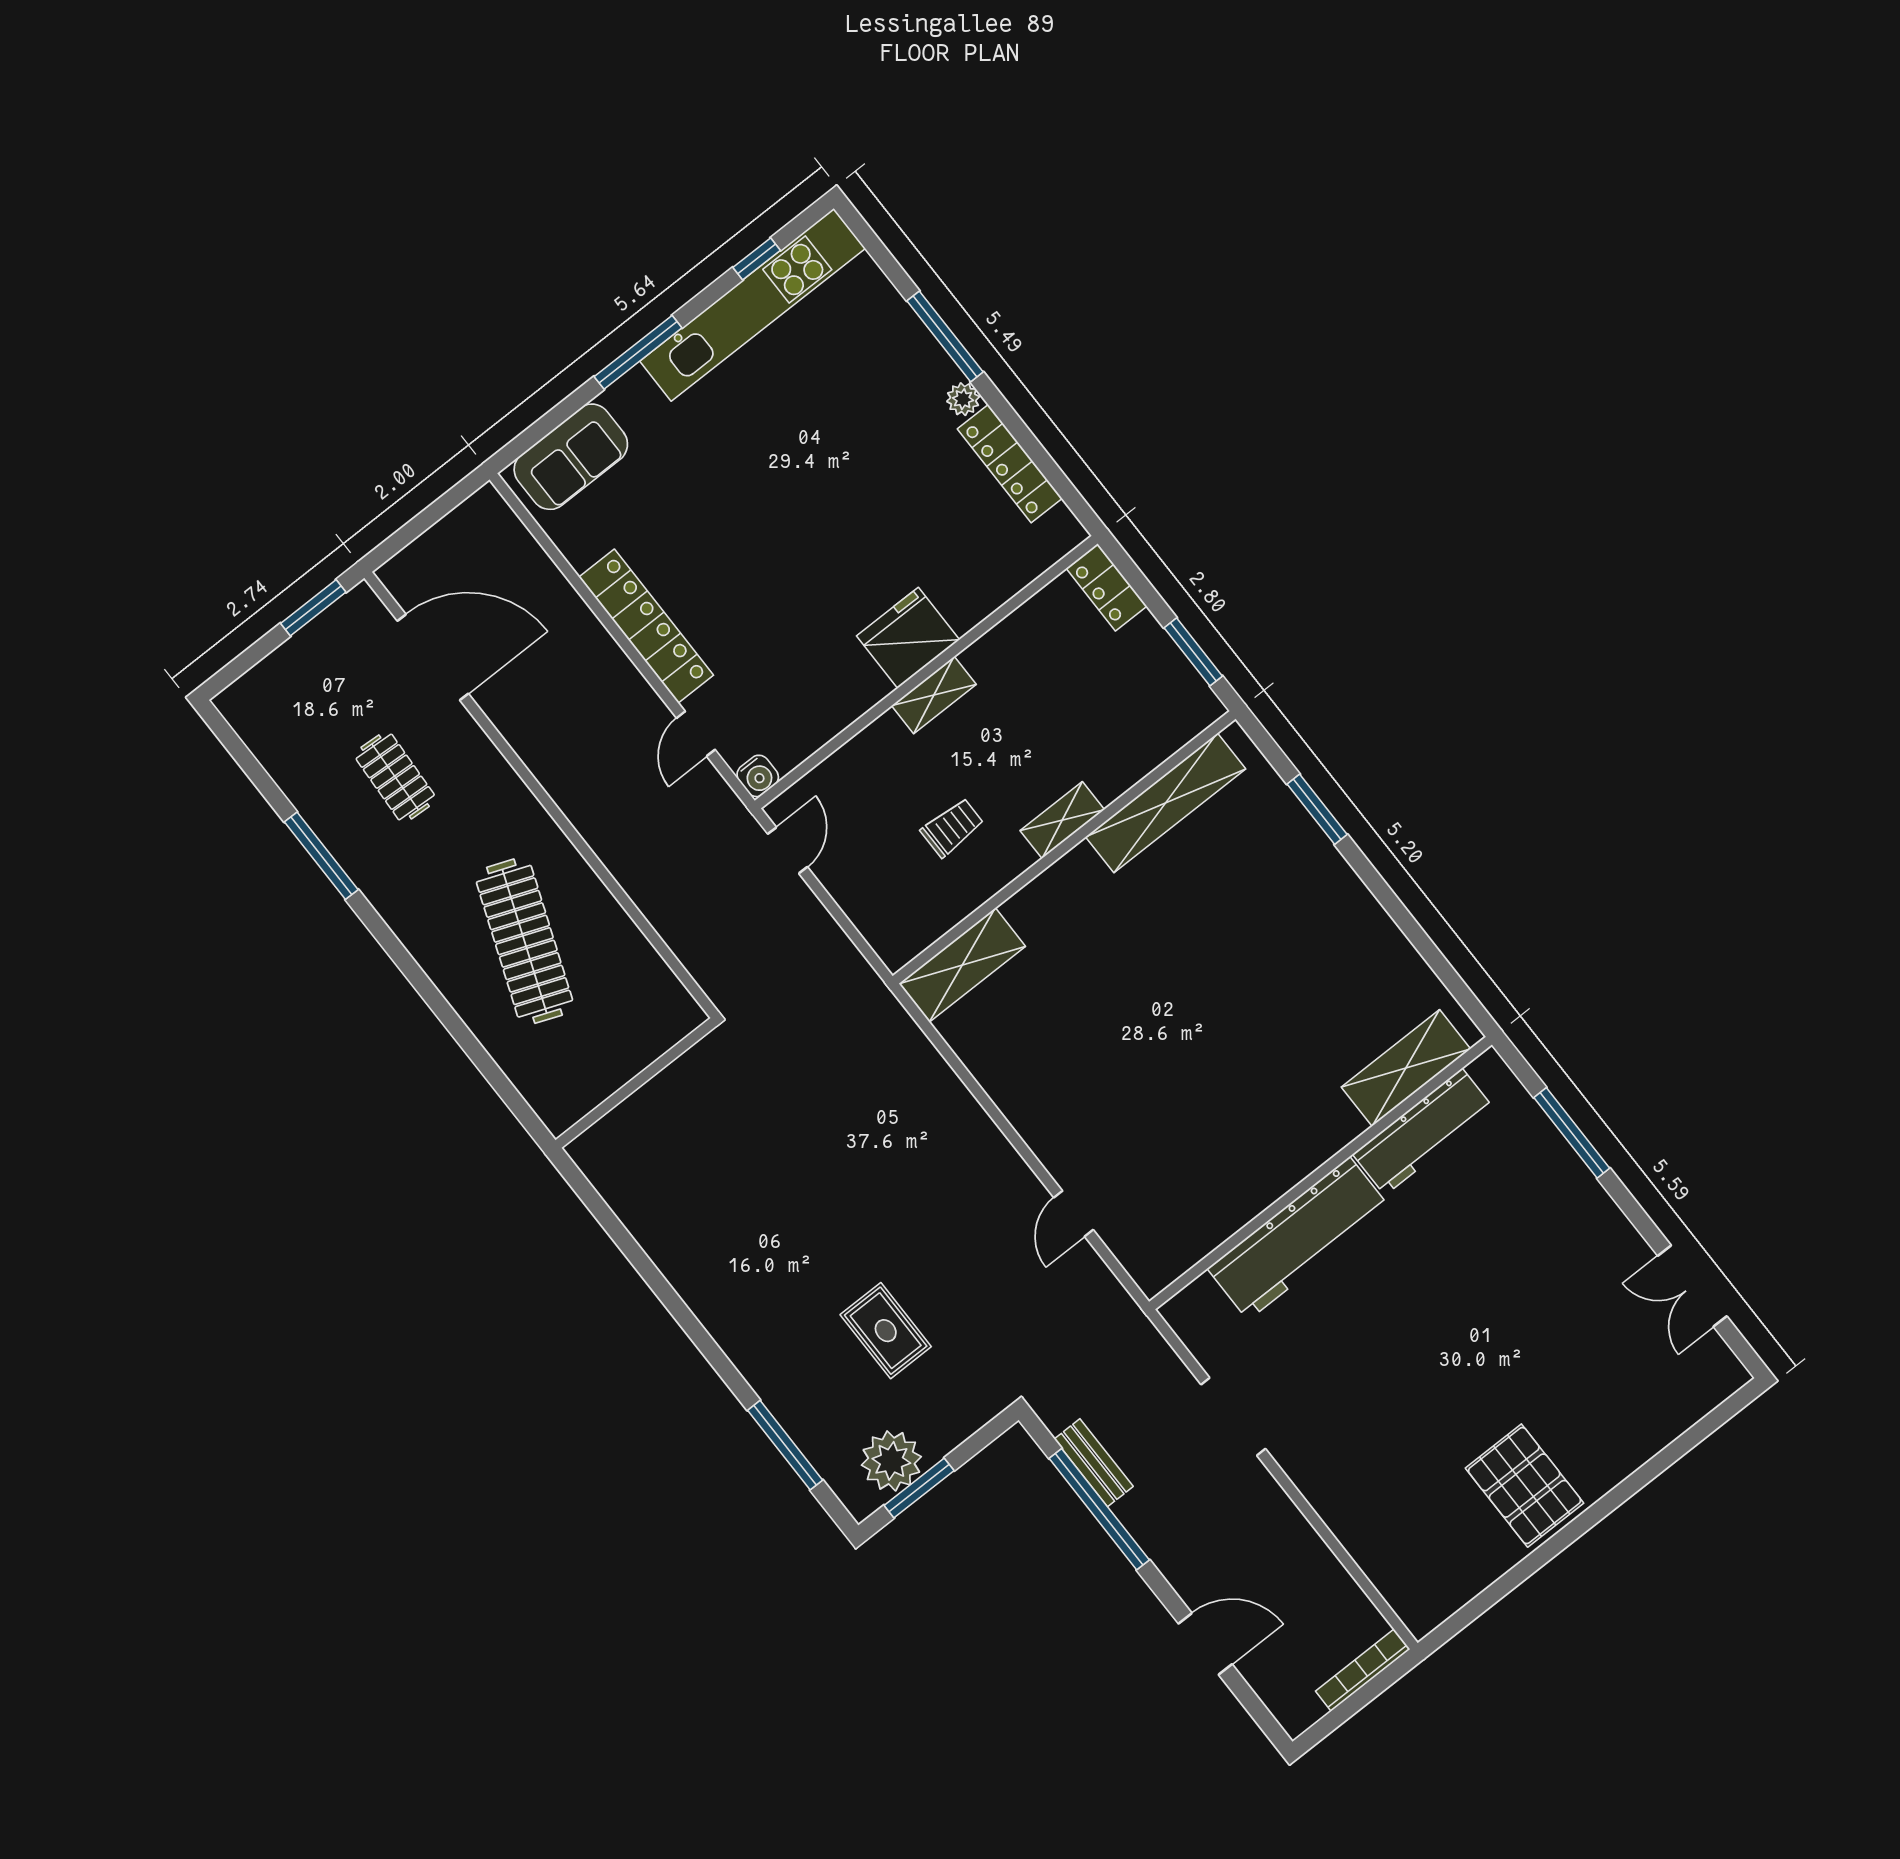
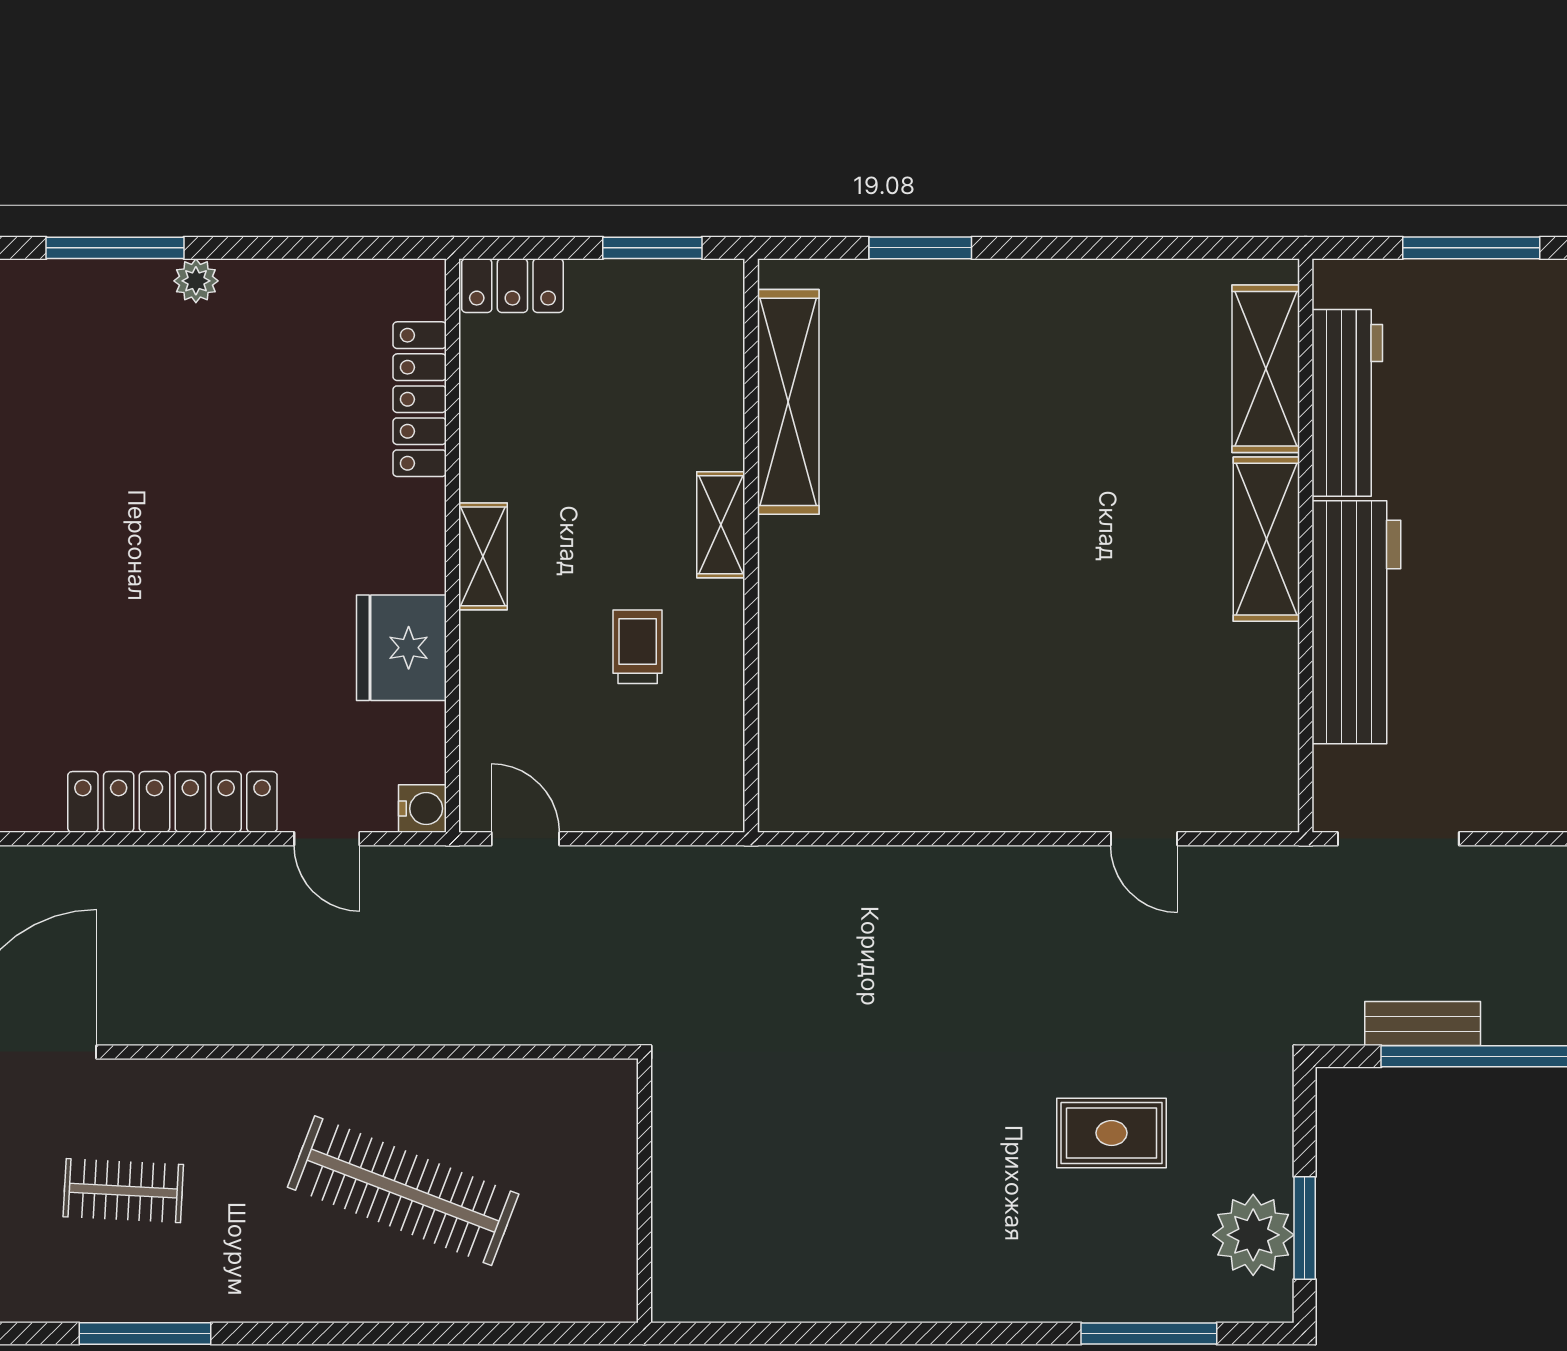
locker: (1010, 464) -> (420, 399), moved, turned 90
fridge: (908, 638) -> (401, 648), moved
shelving: (962, 965) -> (1266, 539), moved
doorway: (1233, 1417) -> (1398, 839), moved

